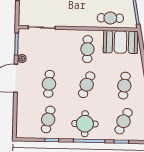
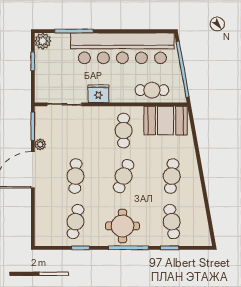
fridge: (68, 20) -> (98, 94), added
cafe table: (124, 121) -> (172, 222), turned -33

